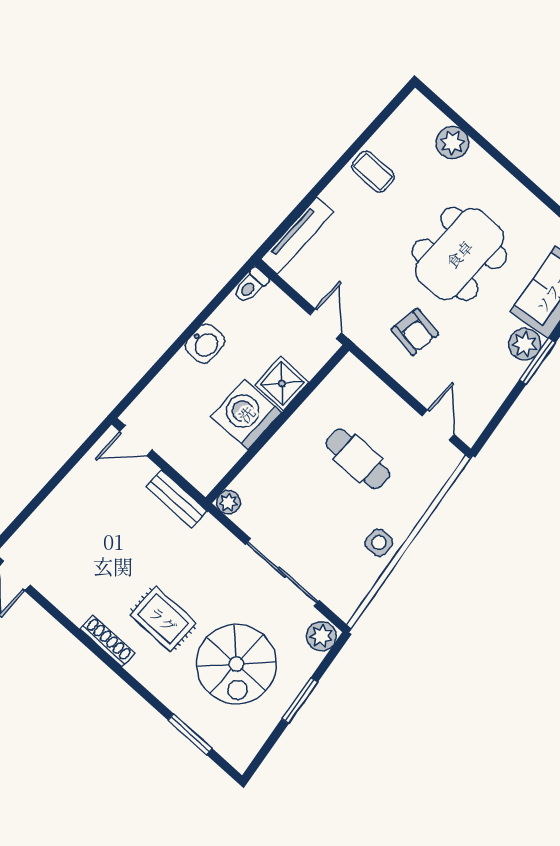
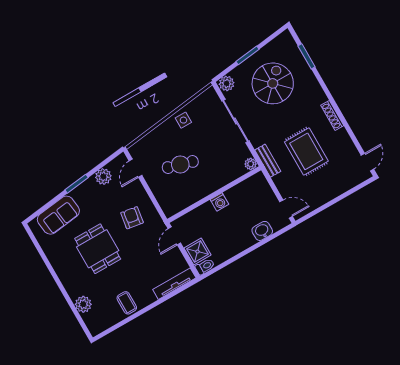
dining table: (459, 254) -> (98, 249), width x0.73
washbasin: (205, 344) -> (262, 231), moved
plant: (525, 344) -> (103, 177), moved
shower: (282, 383) -> (197, 252), moved
washing machine: (246, 414) -> (219, 202), width x0.53, depth x0.53
cafe table: (358, 459) -> (180, 165), turned -74
bench: (177, 499) -> (268, 161), moved
rug: (163, 619) -> (306, 151), moved, width x1.36, depth x1.43

